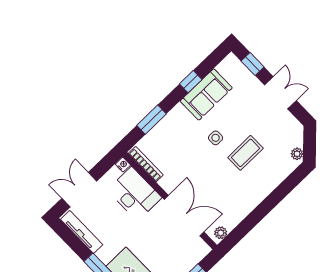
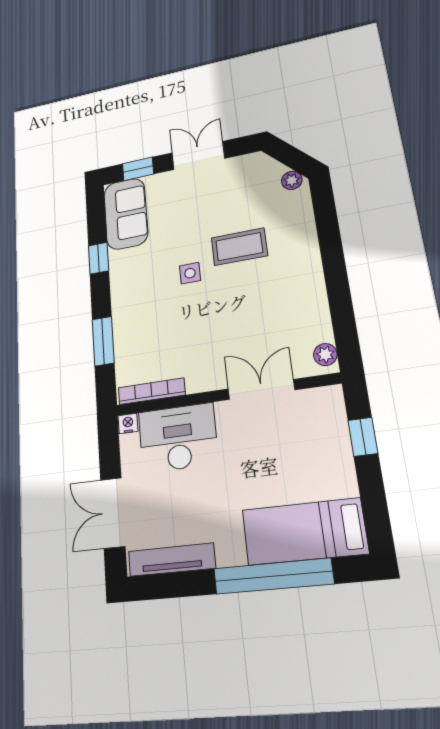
sofa: (206, 94) -> (126, 214), moved
coffee table: (246, 153) -> (239, 247), turned 90
double door: (184, 216) -> (261, 389), width x0.73

